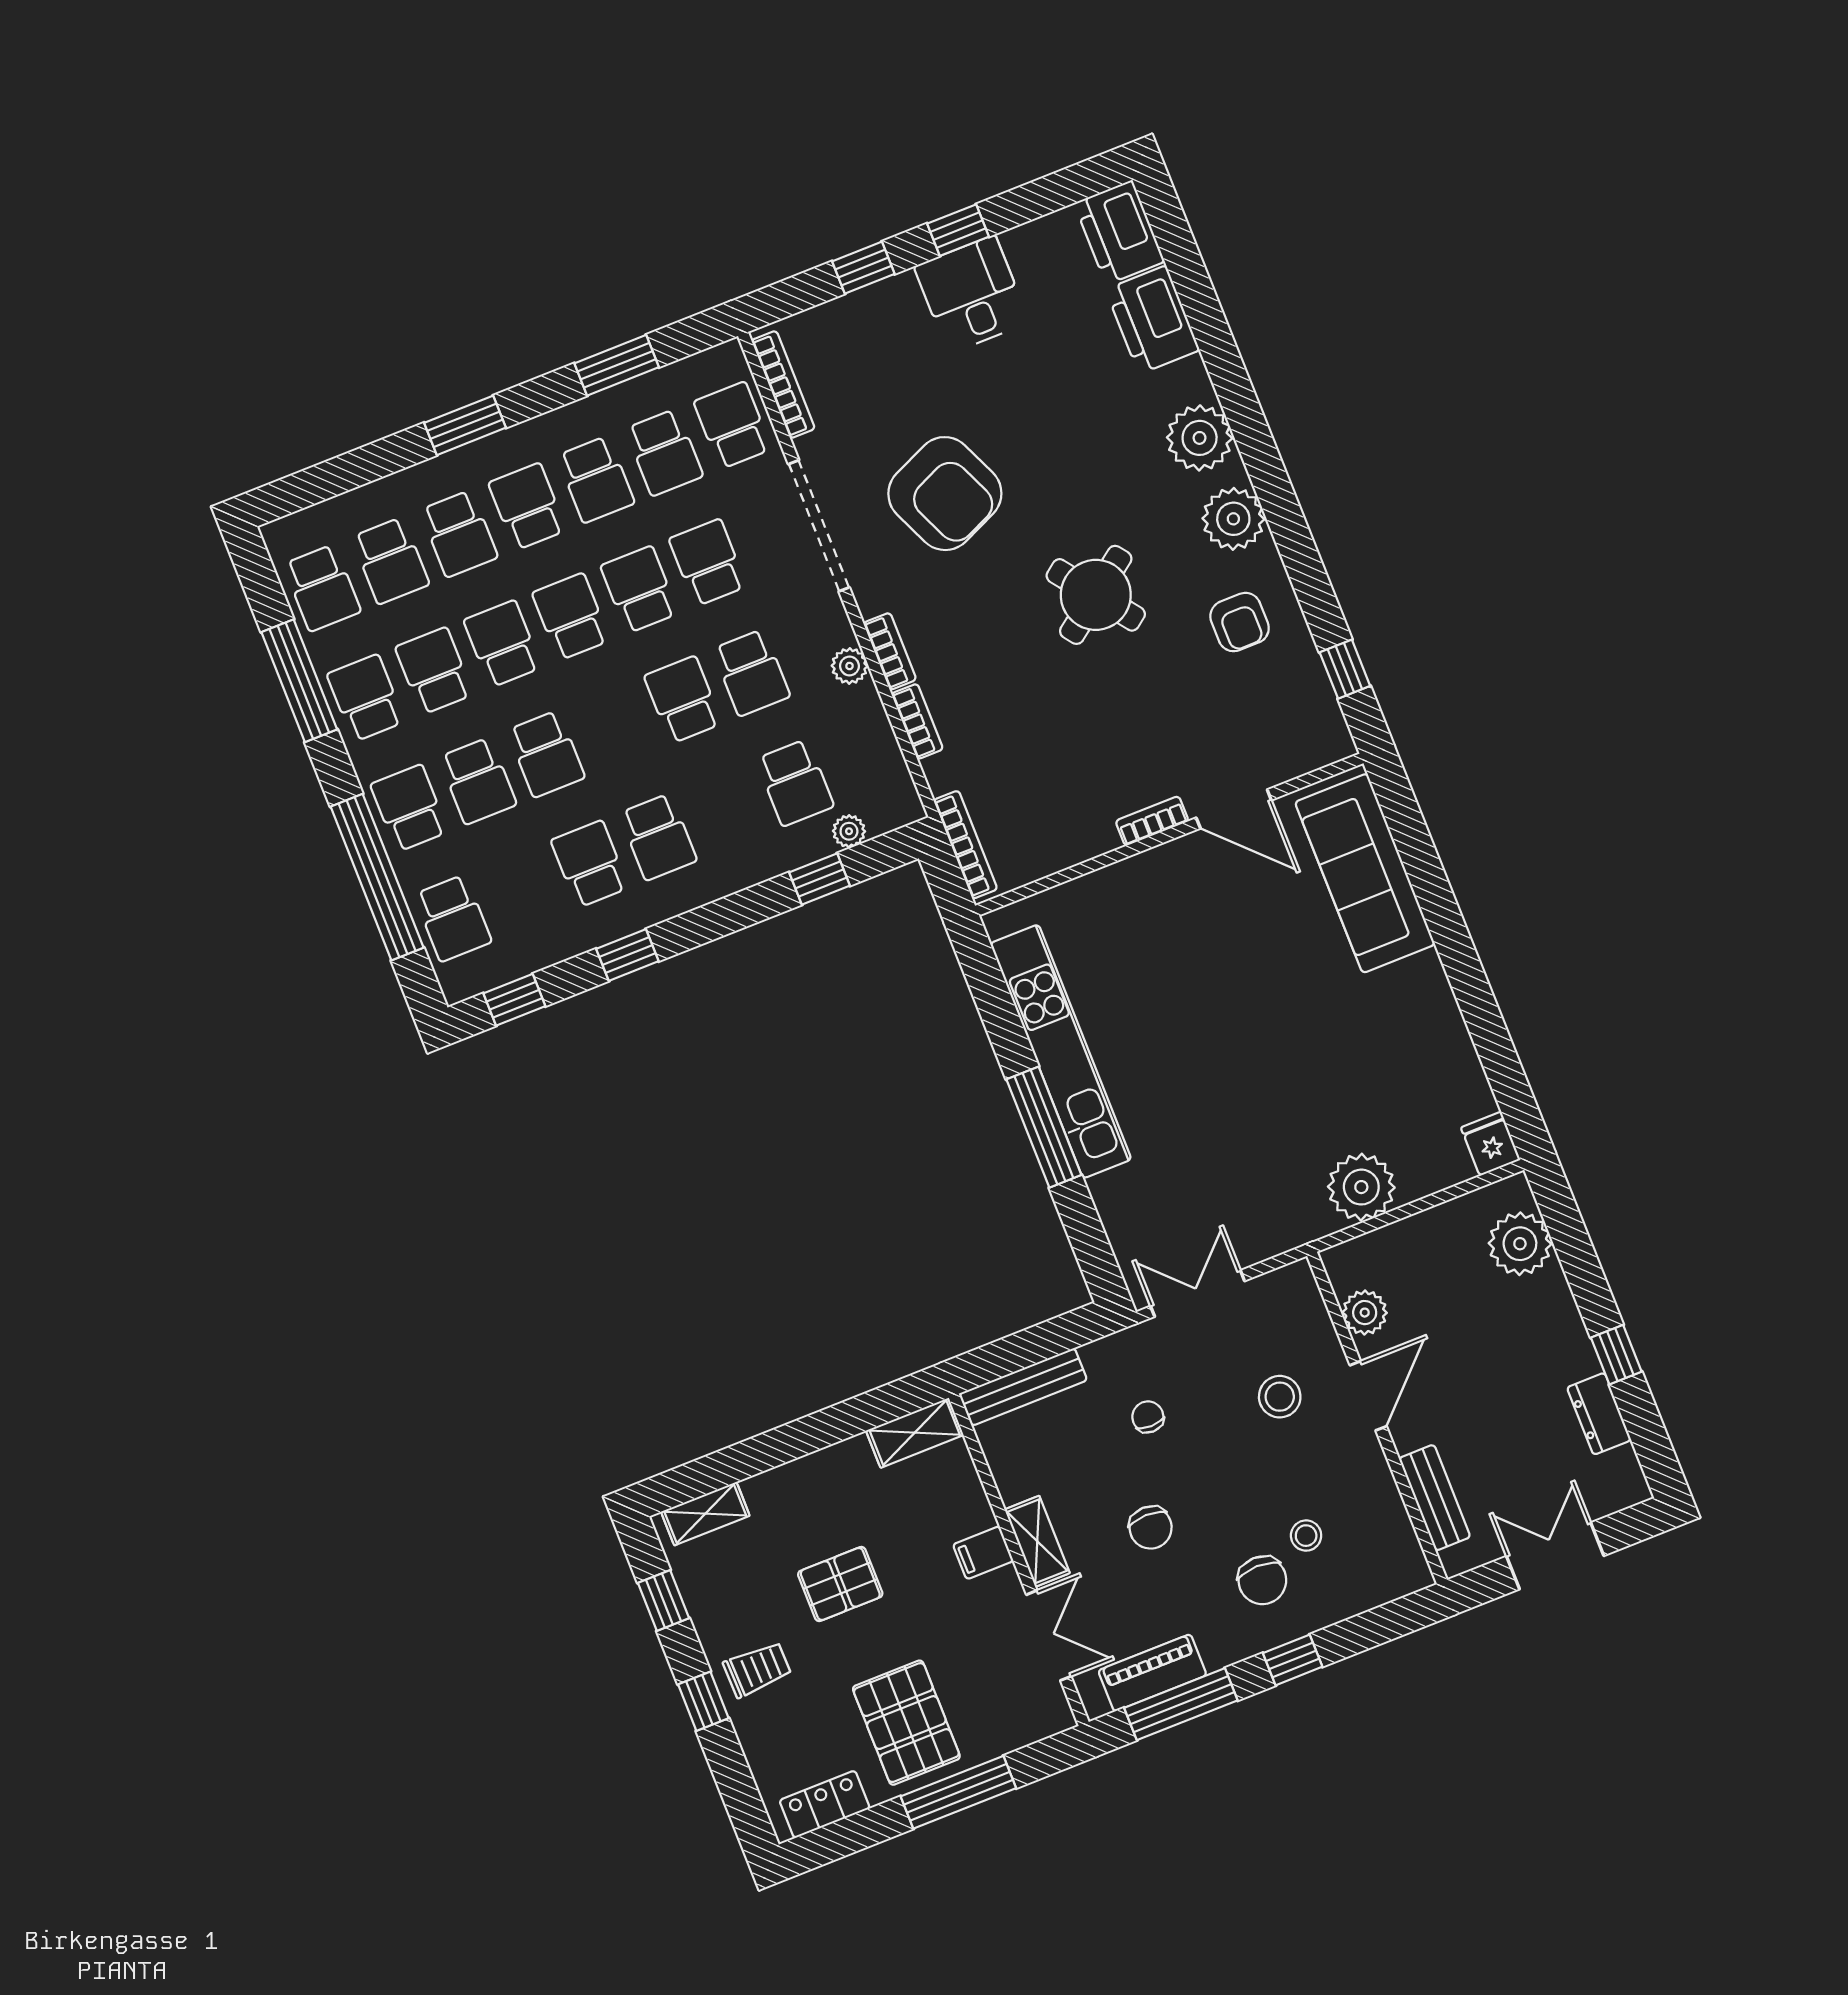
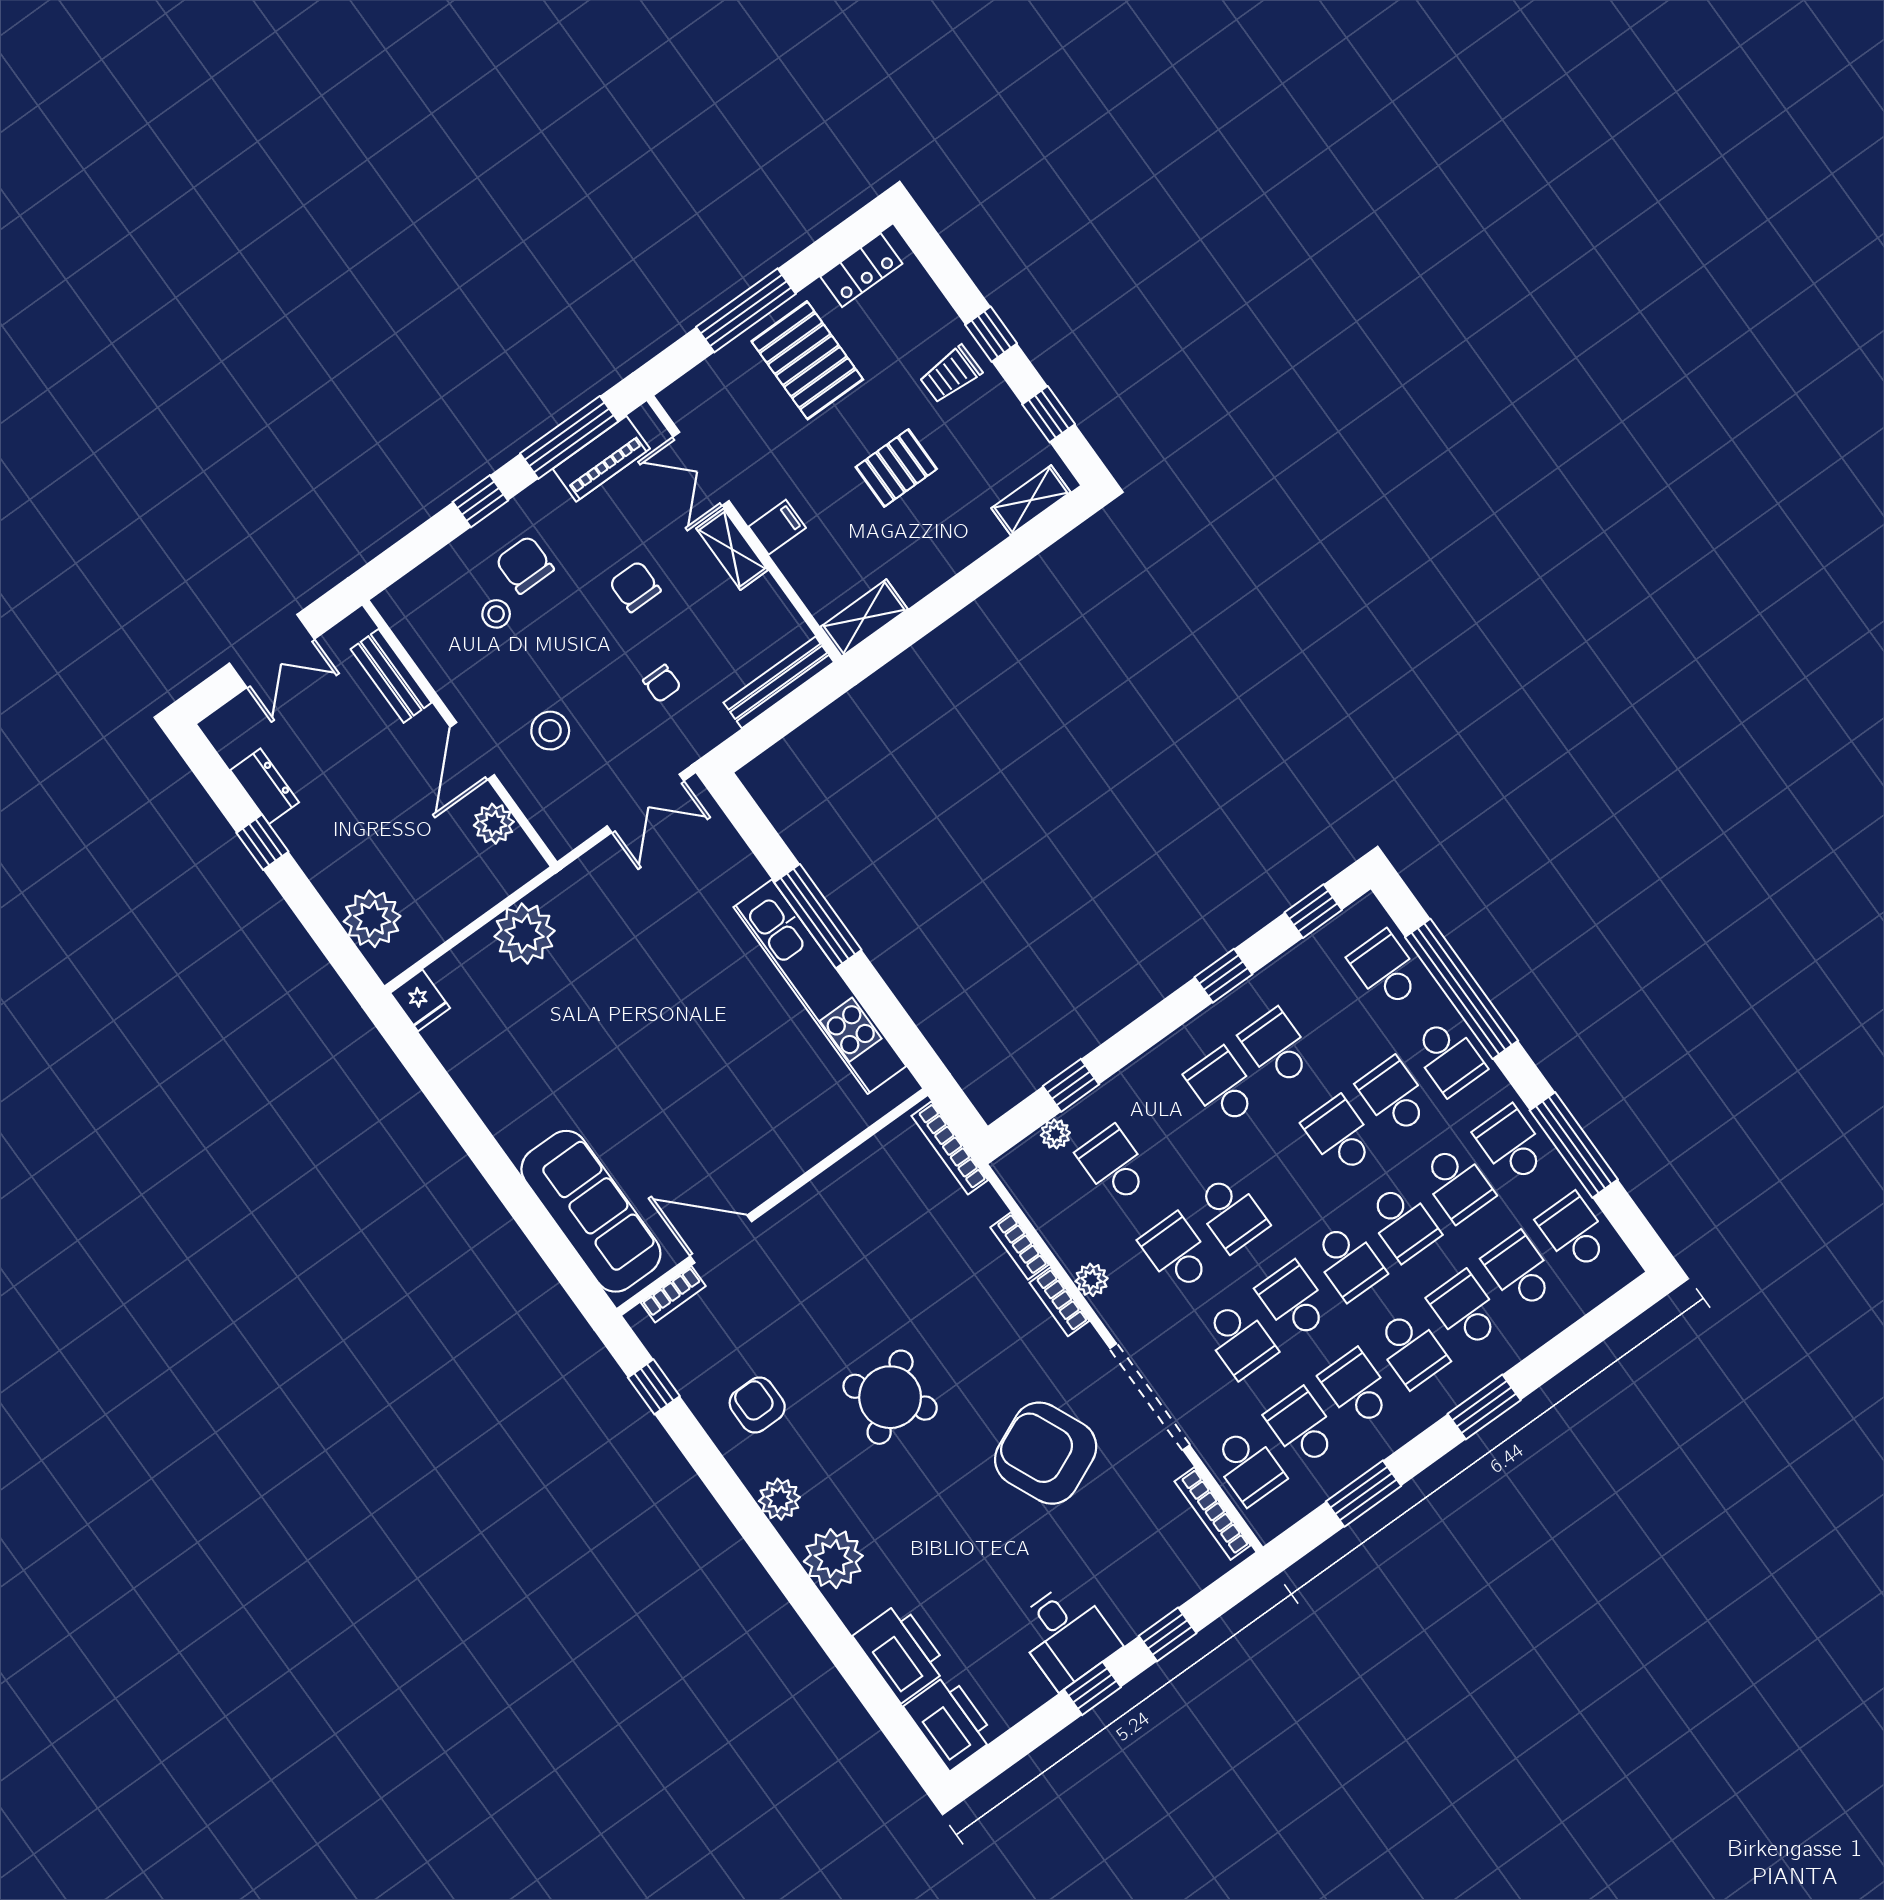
plant: (1233, 519) -> (779, 1499), width x0.73, depth x0.73
school desk: (639, 590) -> (1294, 1301), turned 180
school desk: (366, 698) -> (1511, 1144), turned 180
bookcase: (1152, 821) -> (673, 1294), moved
school desk: (590, 864) -> (1277, 1048), turned 180

